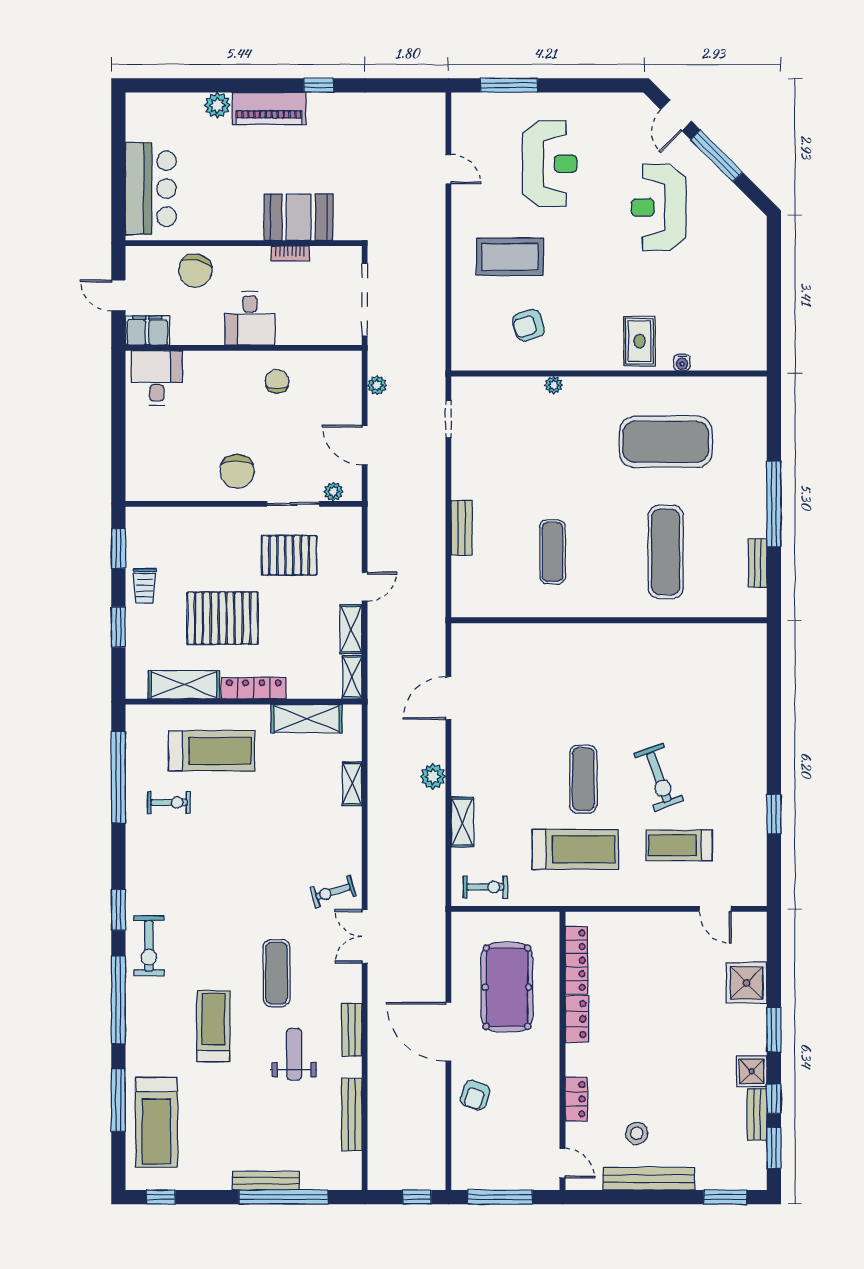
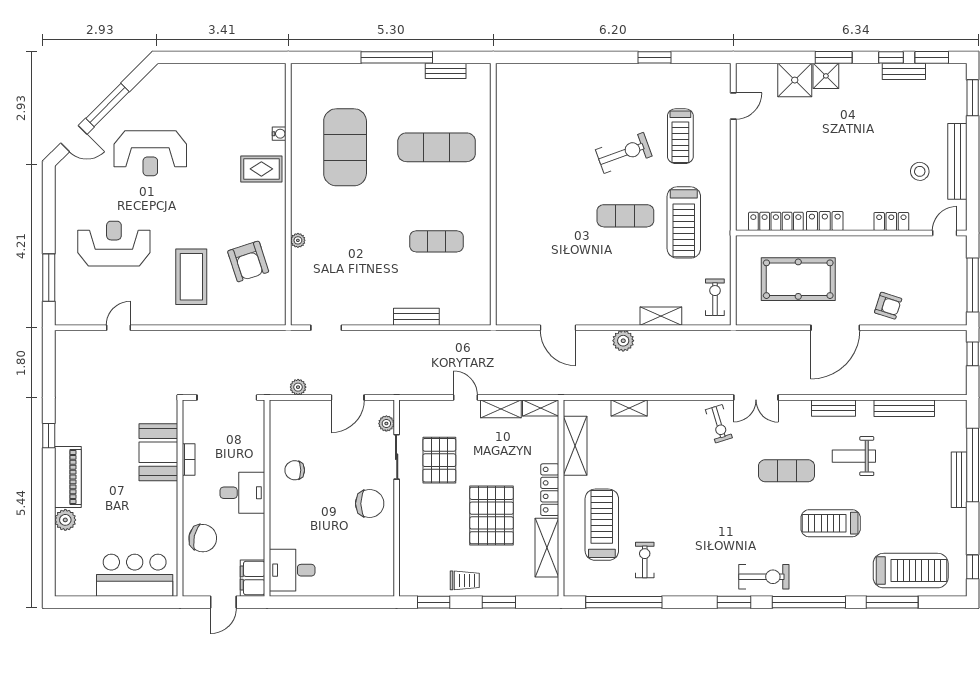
armchair: (528, 325) -> (248, 261), width x1.38, depth x1.38
treadmill: (575, 849) -> (684, 222), turned 180
shower: (752, 1071) -> (826, 76), moved

